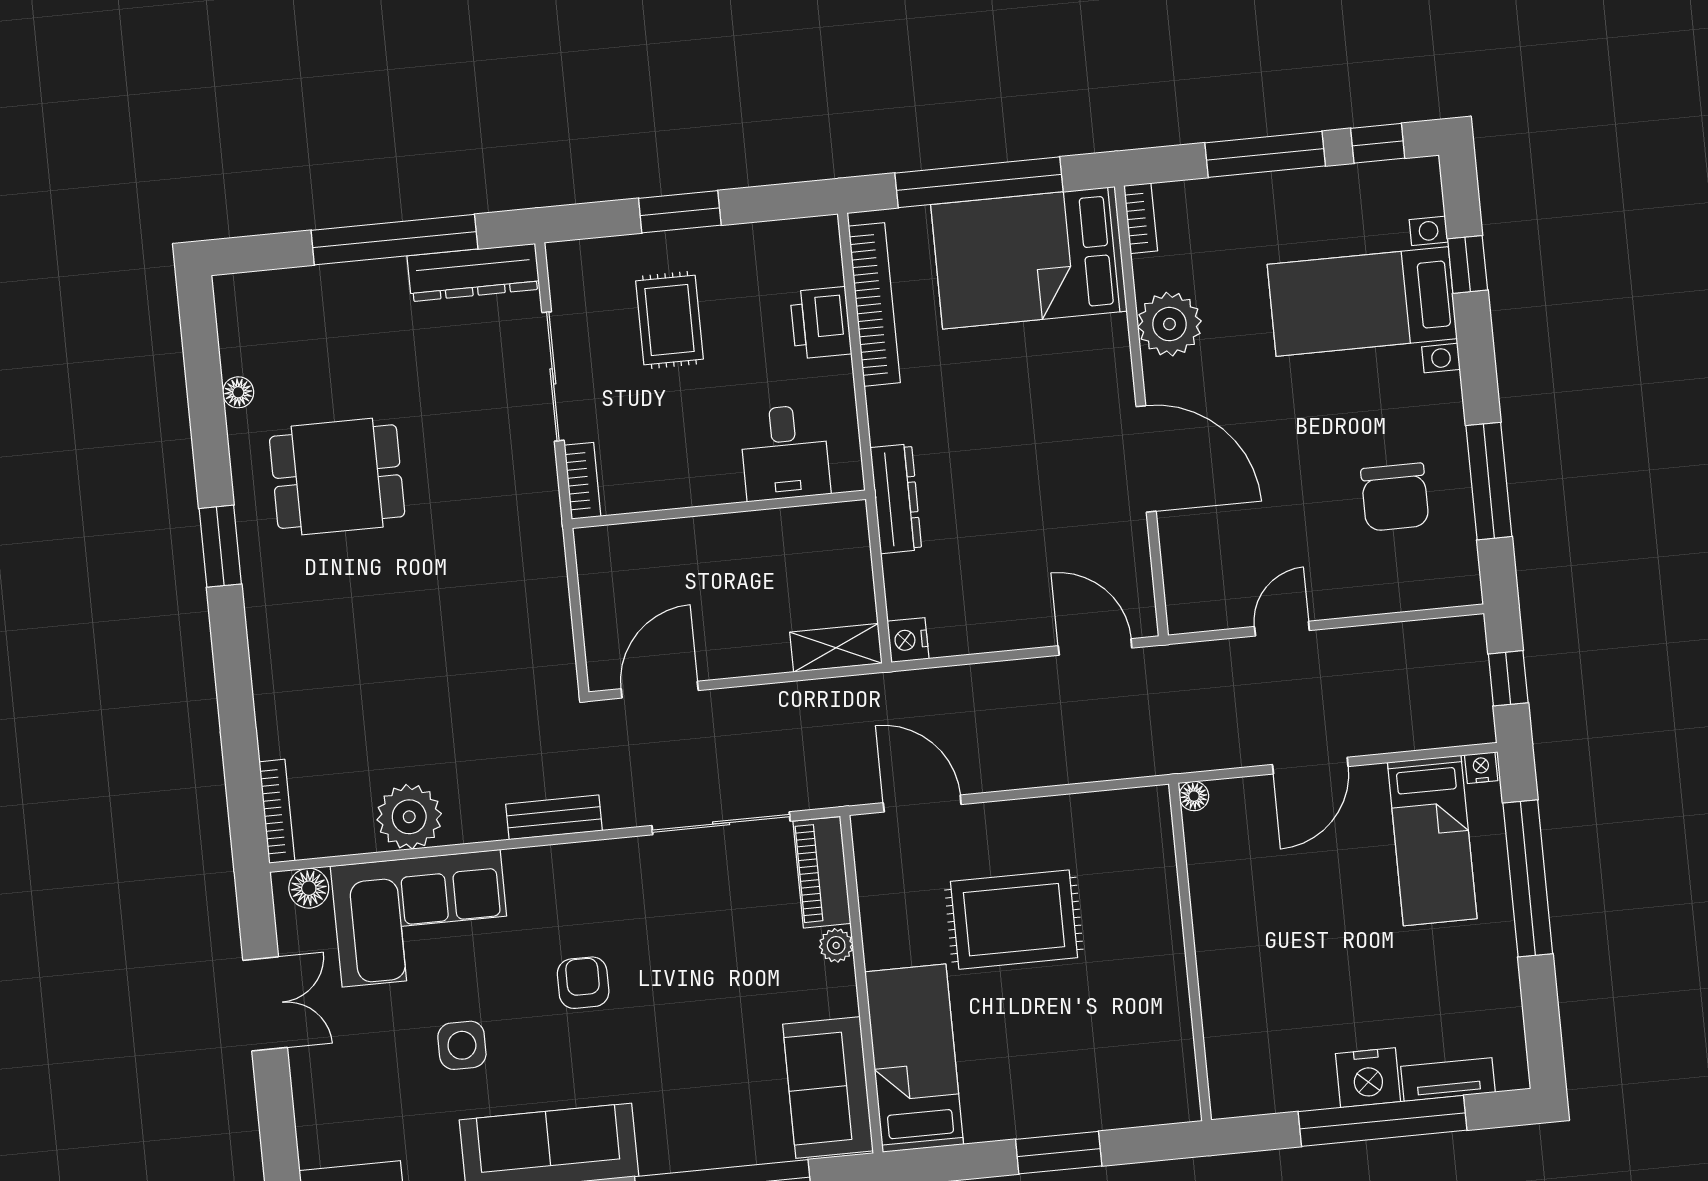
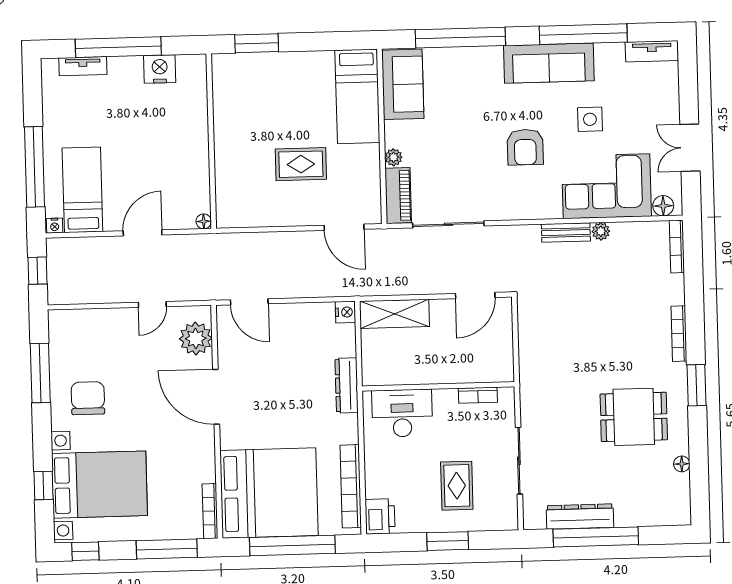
window: (1265, 154) -> (167, 549), moved
bookcase: (1141, 218) -> (210, 511), width x1.56
bed: (1029, 258) -> (269, 493), width x1.36
dresser: (473, 273) -> (580, 517), moved
bed with nightstands: (1362, 302) -> (99, 485), width x1.36
printer: (821, 323) -> (380, 516), moved
plant: (1169, 324) -> (196, 339), moved
desk: (785, 452) -> (402, 413), width x1.37
bookcase: (582, 481) -> (478, 395), moved, turned -90
chair: (1395, 497) -> (88, 398), moved
bookcase: (261, 644) -> (679, 334), added
shelving: (836, 648) -> (394, 314), width x1.50, depth x1.33
plant: (409, 817) -> (601, 231), width x0.53, depth x0.53
bench: (554, 817) -> (566, 233), moved
rug: (1014, 920) -> (301, 164), width x0.73, depth x0.70
armchair: (583, 983) -> (525, 147), width x1.38, depth x1.38
nightstand: (1368, 1078) -> (160, 69), moved
window: (1059, 1153) -> (257, 43), moved

